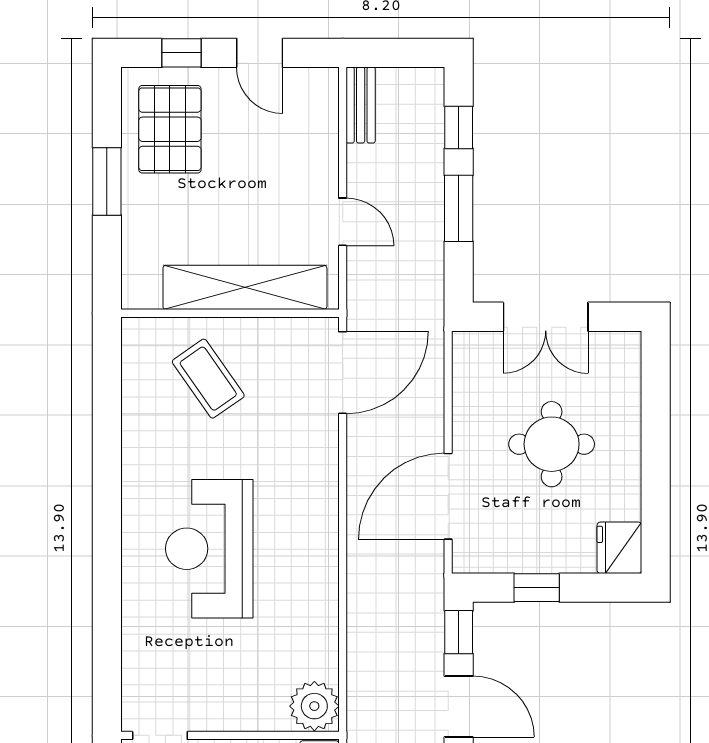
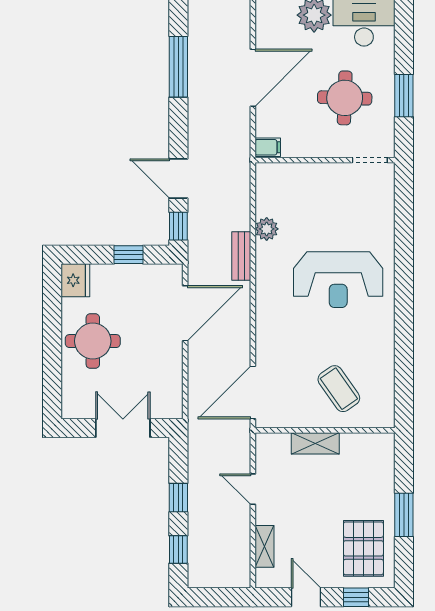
bench: (361, 105) -> (241, 256), moved
shelving: (324, 132) -> (265, 546), added
window: (459, 208) -> (178, 498), width x0.67
shelving: (245, 287) -> (315, 443), width x0.45, depth x0.75
round table: (552, 444) -> (93, 341), moved
reception desk: (209, 549) -> (338, 280), turned 90
plant: (314, 706) -> (267, 229), moved, width x0.73, depth x0.73

